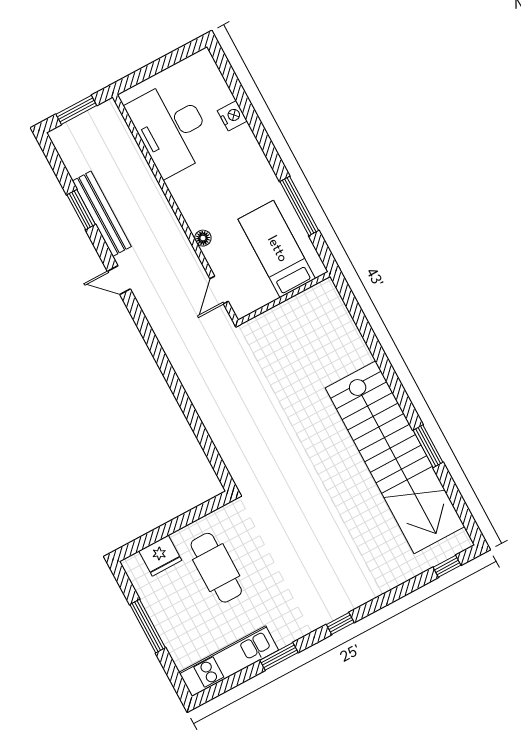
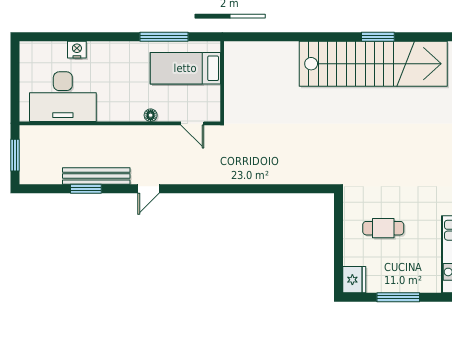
fridge: (160, 556) -> (354, 280), moved
cafe table: (216, 568) -> (383, 228), width x0.73, depth x0.74

